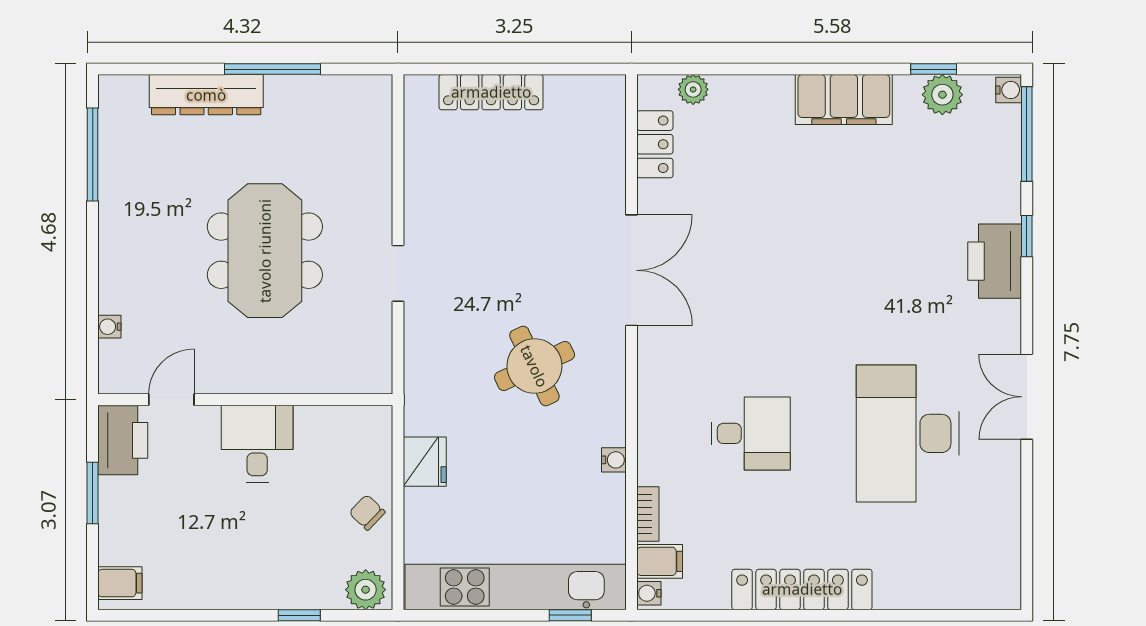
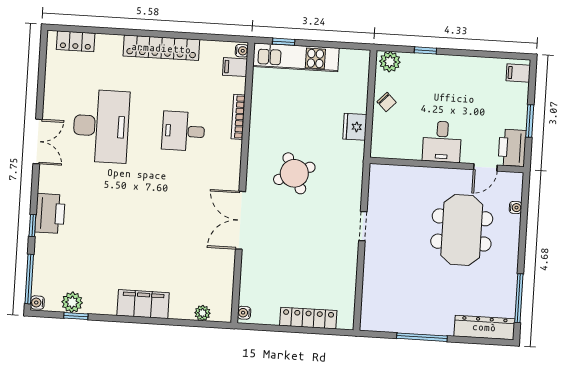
dresser: (206, 95) -> (484, 327), moved
filing cabinet: (844, 99) -> (143, 304), moved
locker: (655, 144) -> (76, 41), moved, turned -90
meeting table: (265, 251) -> (462, 230), moved
water cooler: (614, 460) -> (244, 313), moved
bookcase: (648, 514) -> (238, 117), moved, width x1.56
kitchen unit: (516, 587) -> (296, 57), width x0.73

